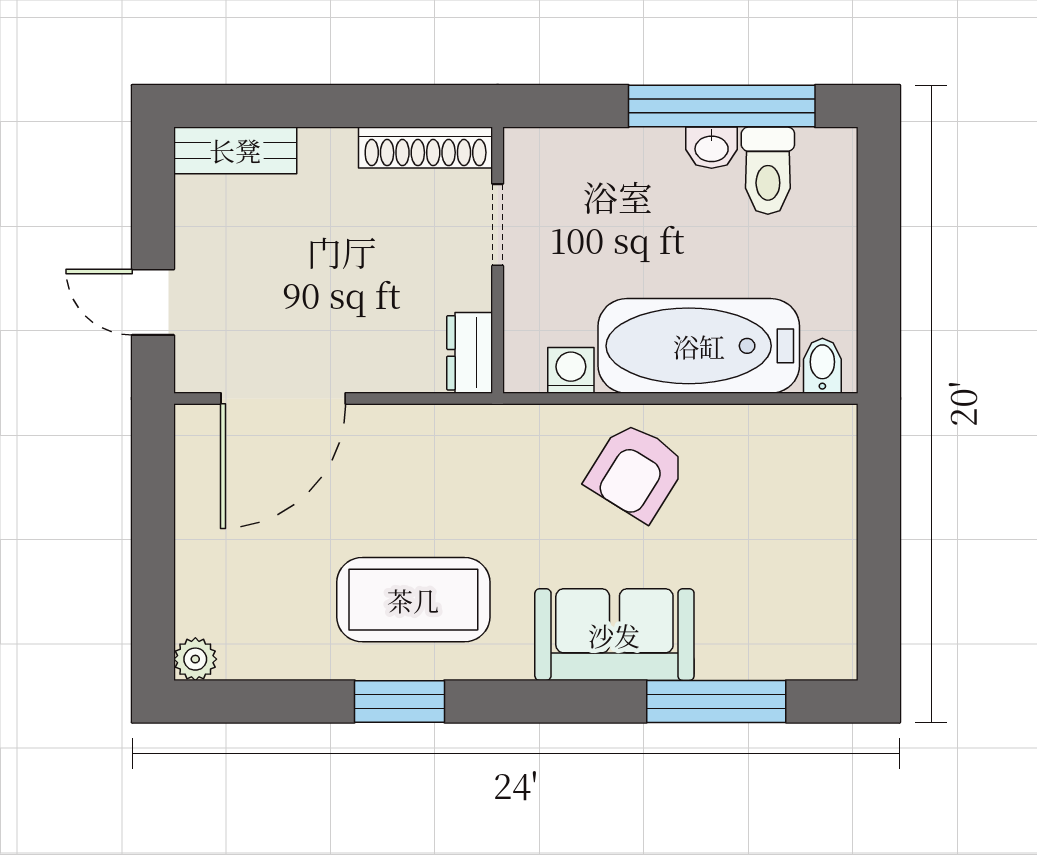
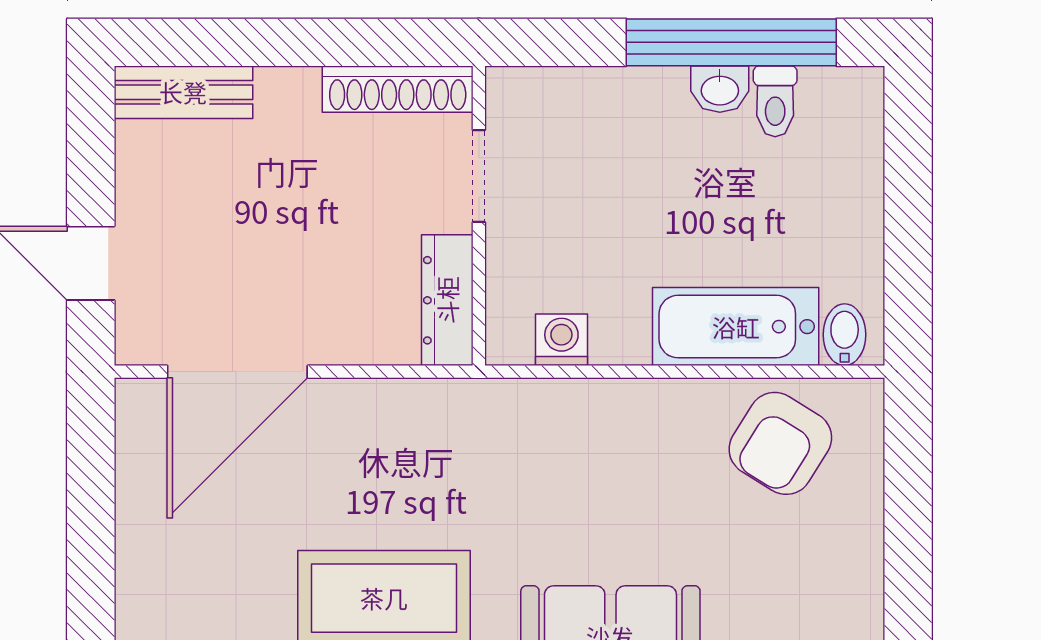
toilet: (768, 171) -> (775, 101), width x0.73, depth x0.72
bathtub: (699, 346) -> (736, 327), width x0.73, depth x0.73
dresser: (470, 353) -> (447, 300), width x1.44
armchair: (636, 472) -> (780, 443), moved

